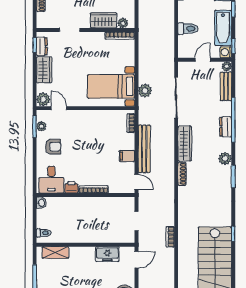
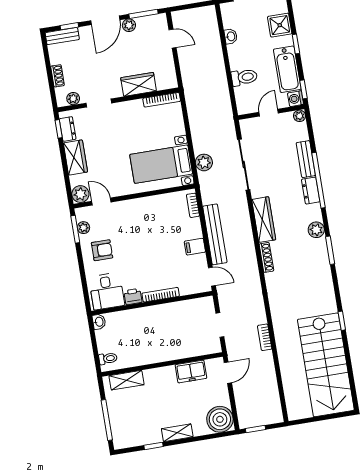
plant: (123, 23) -> (73, 99), moved
bench: (226, 86) -> (306, 159), moved

